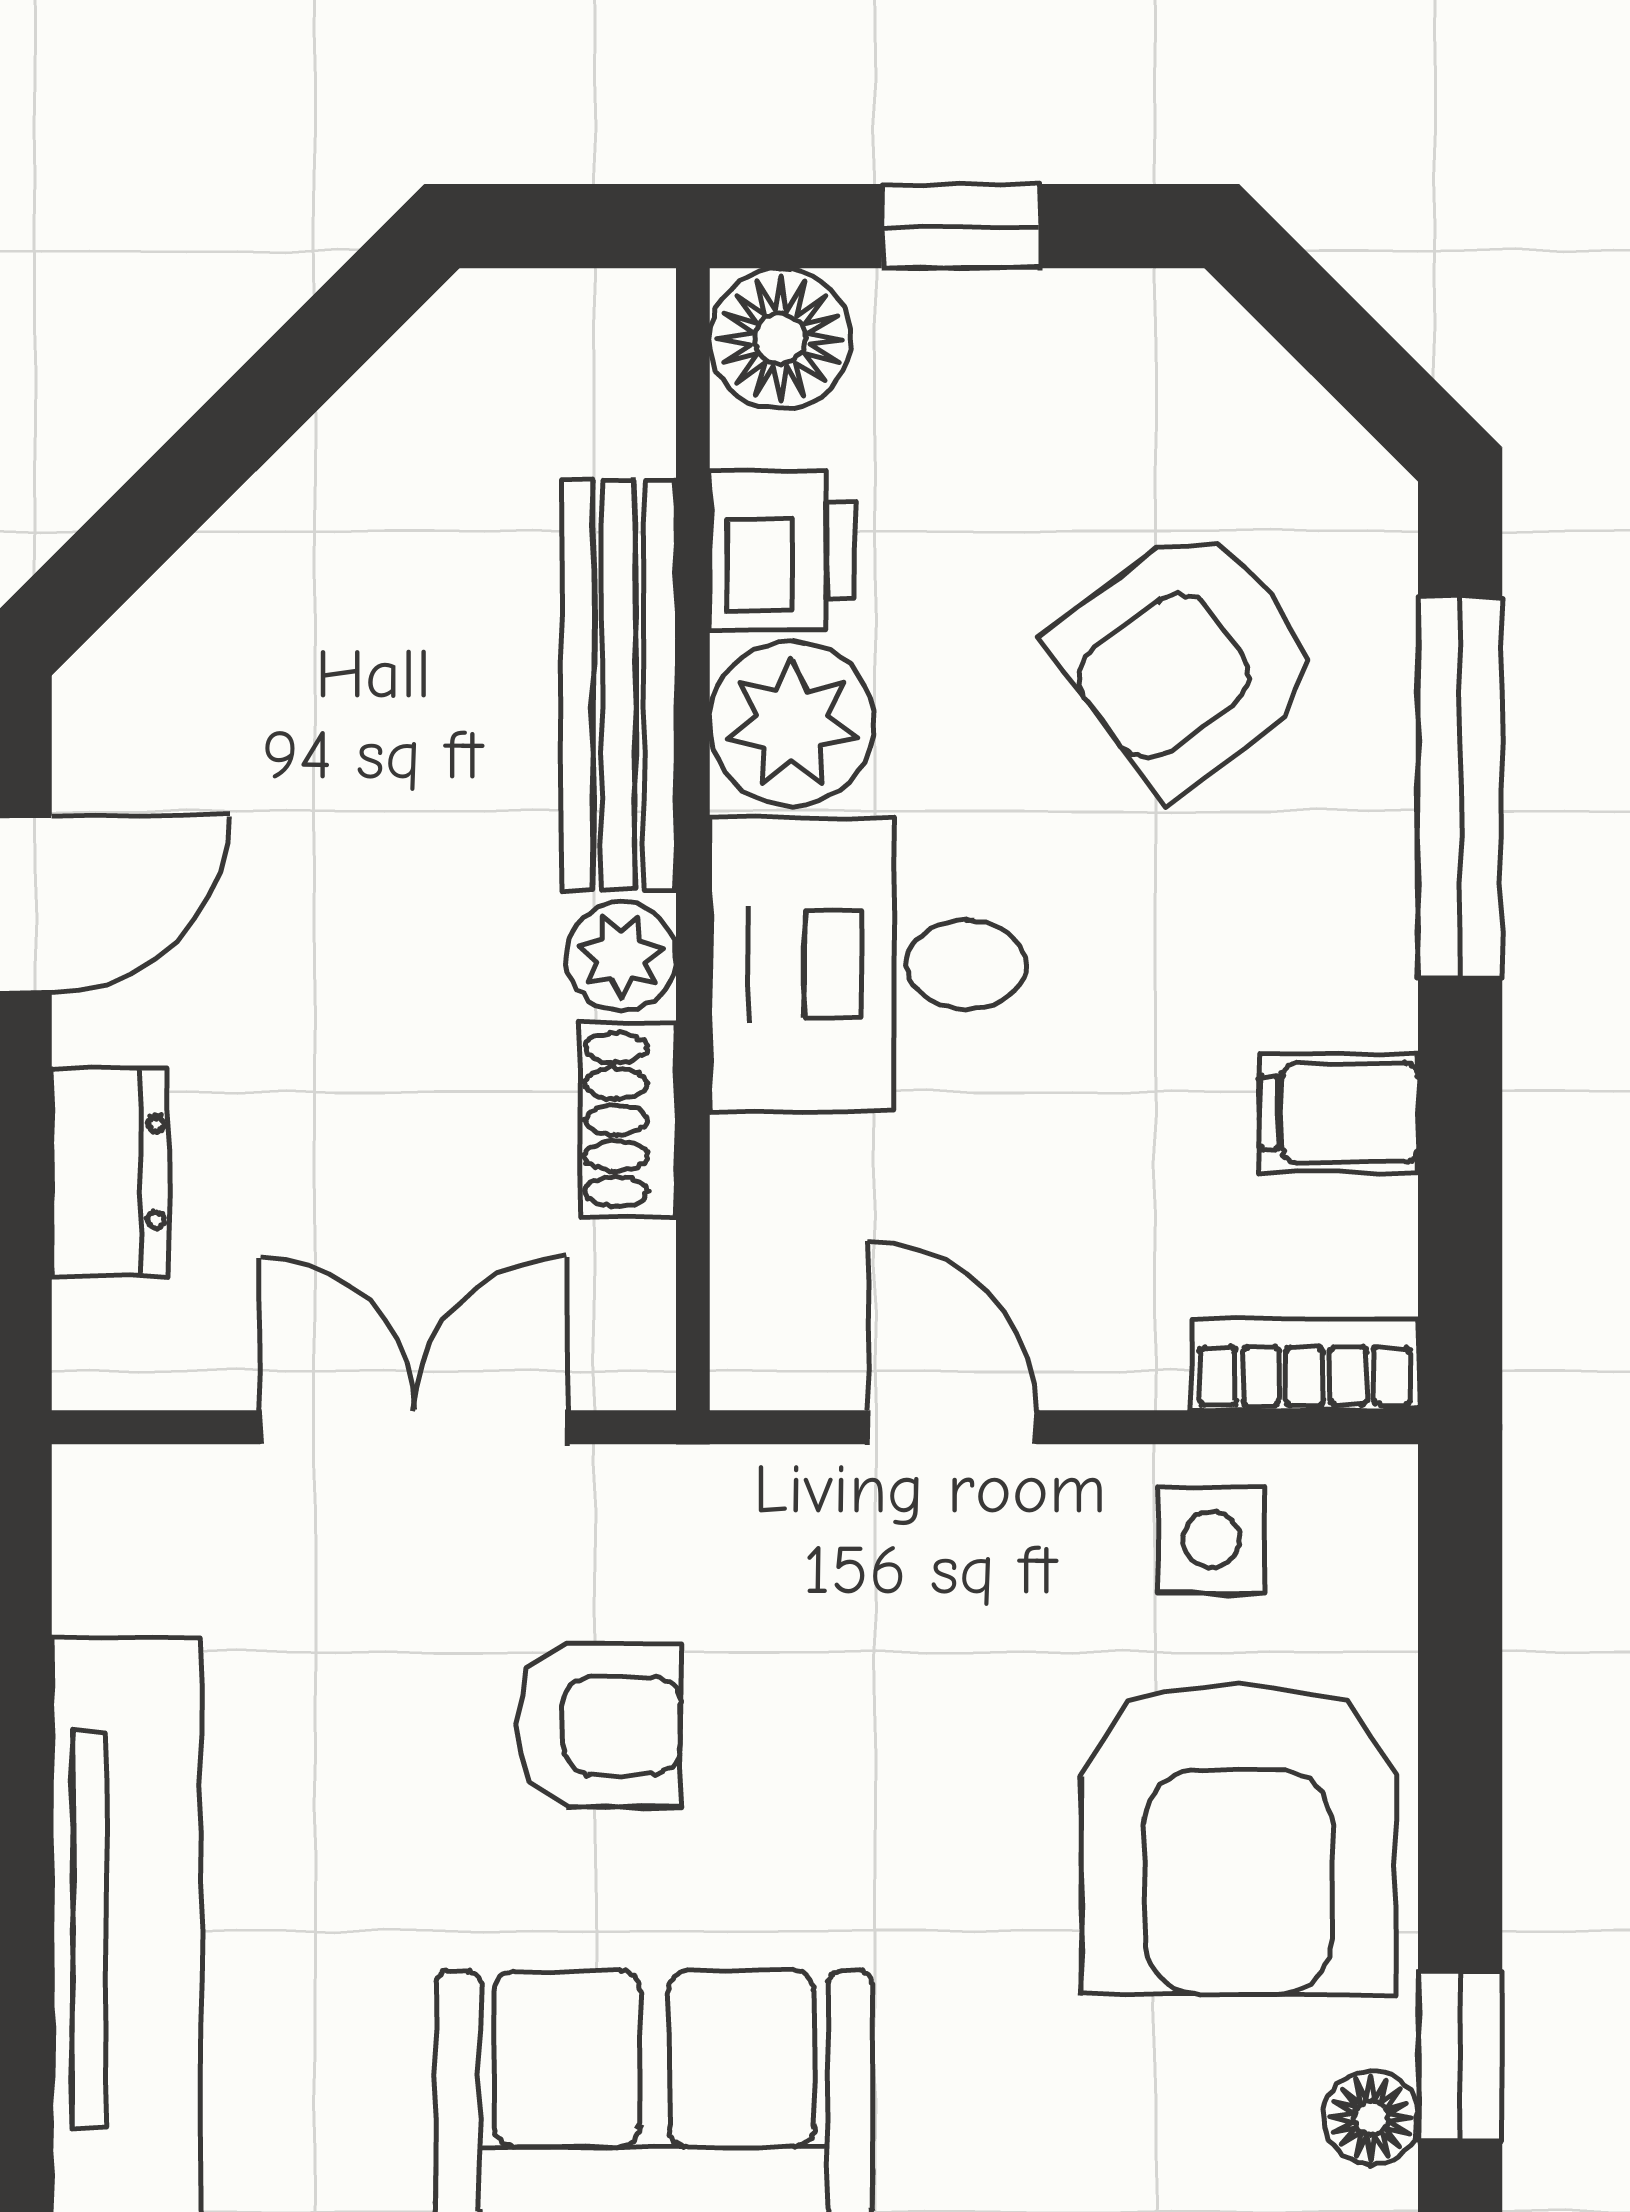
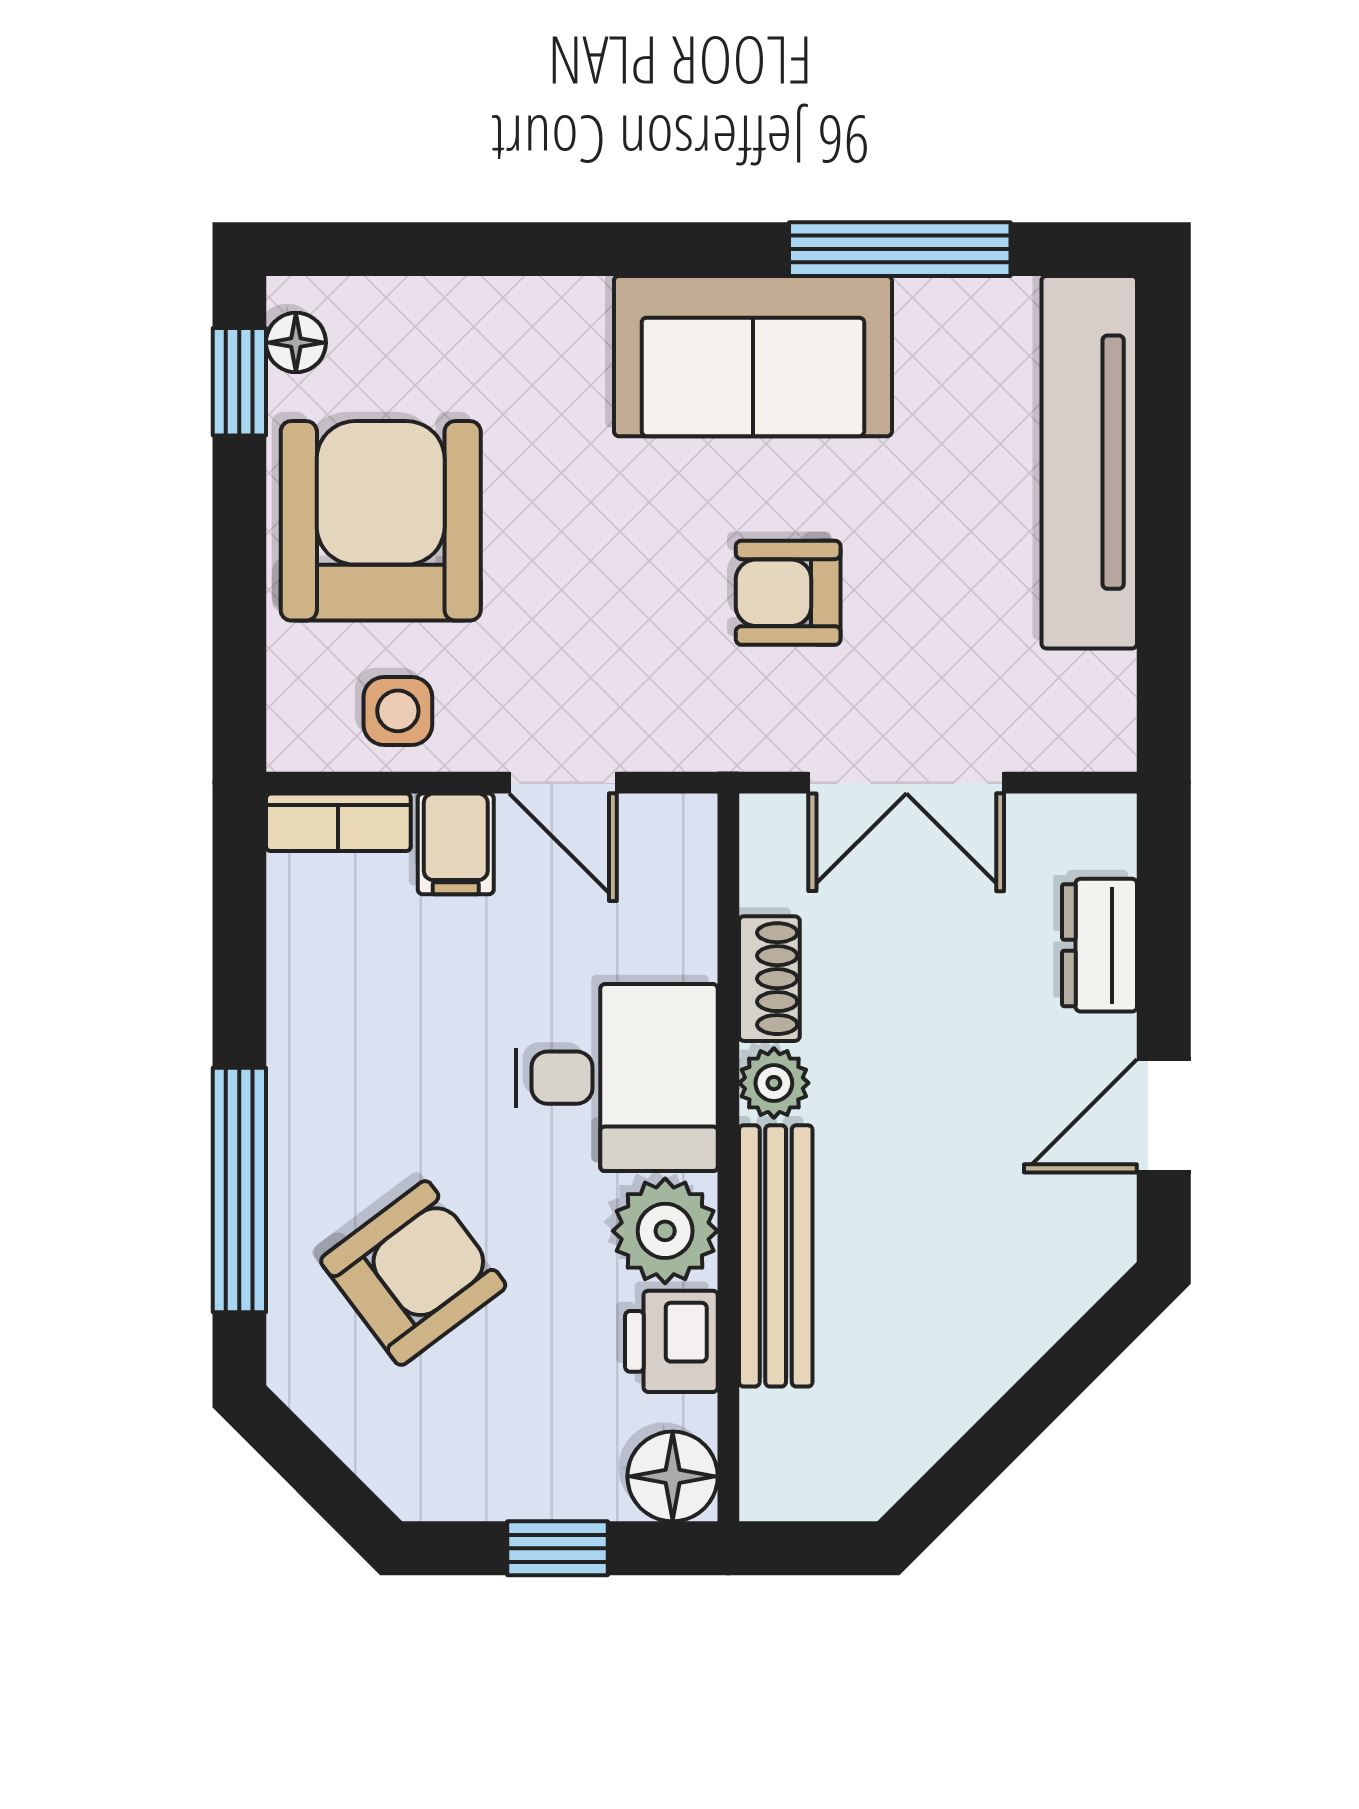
filing cabinet: (1339, 1113) -> (456, 844), moved, turned 90

